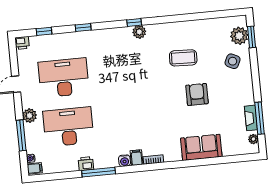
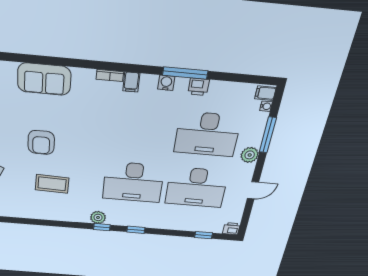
window: (83, 28) -> (136, 230), moved
desk: (117, 72) -> (133, 182), added
water cooler: (124, 161) -> (166, 83), moved

